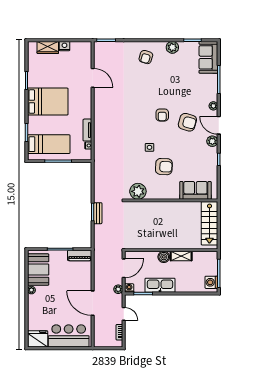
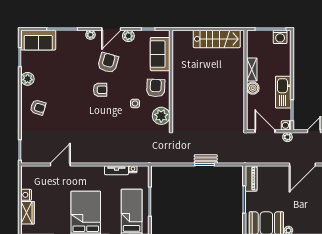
sofa: (195, 190) -> (160, 54), moved
plant: (138, 191) -> (161, 116), moved
wall: (171, 200) -> (171, 80), moved

